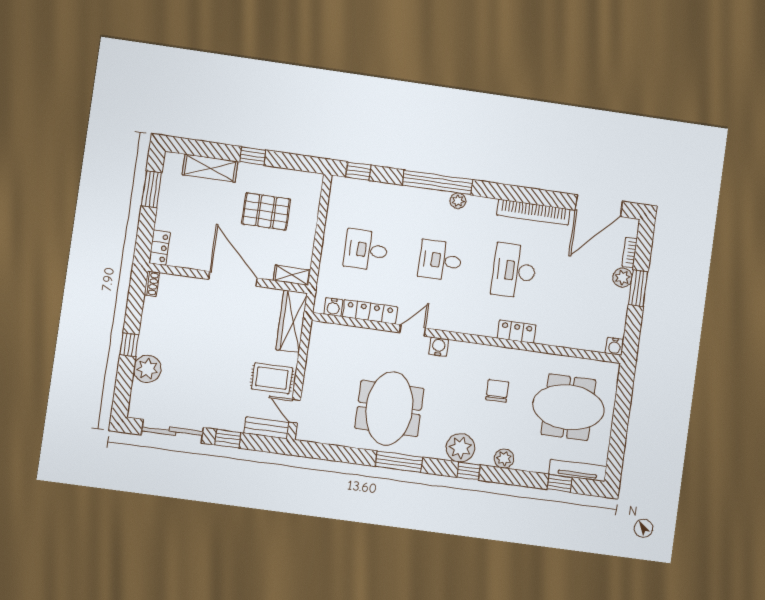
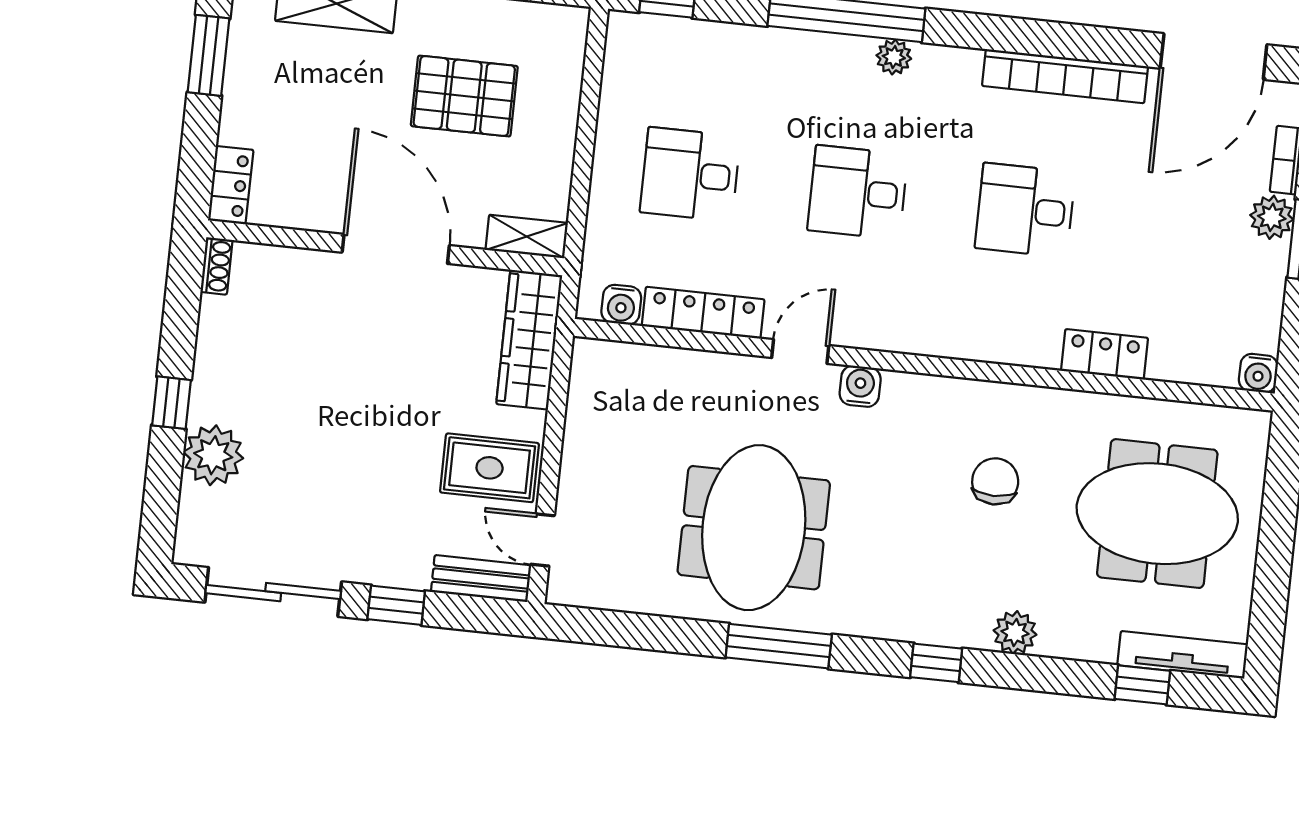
desk: (514, 271) -> (1025, 210), width x0.73
locker: (517, 332) -> (1104, 354), moved
plant: (460, 448) -> (916, 612), removed

